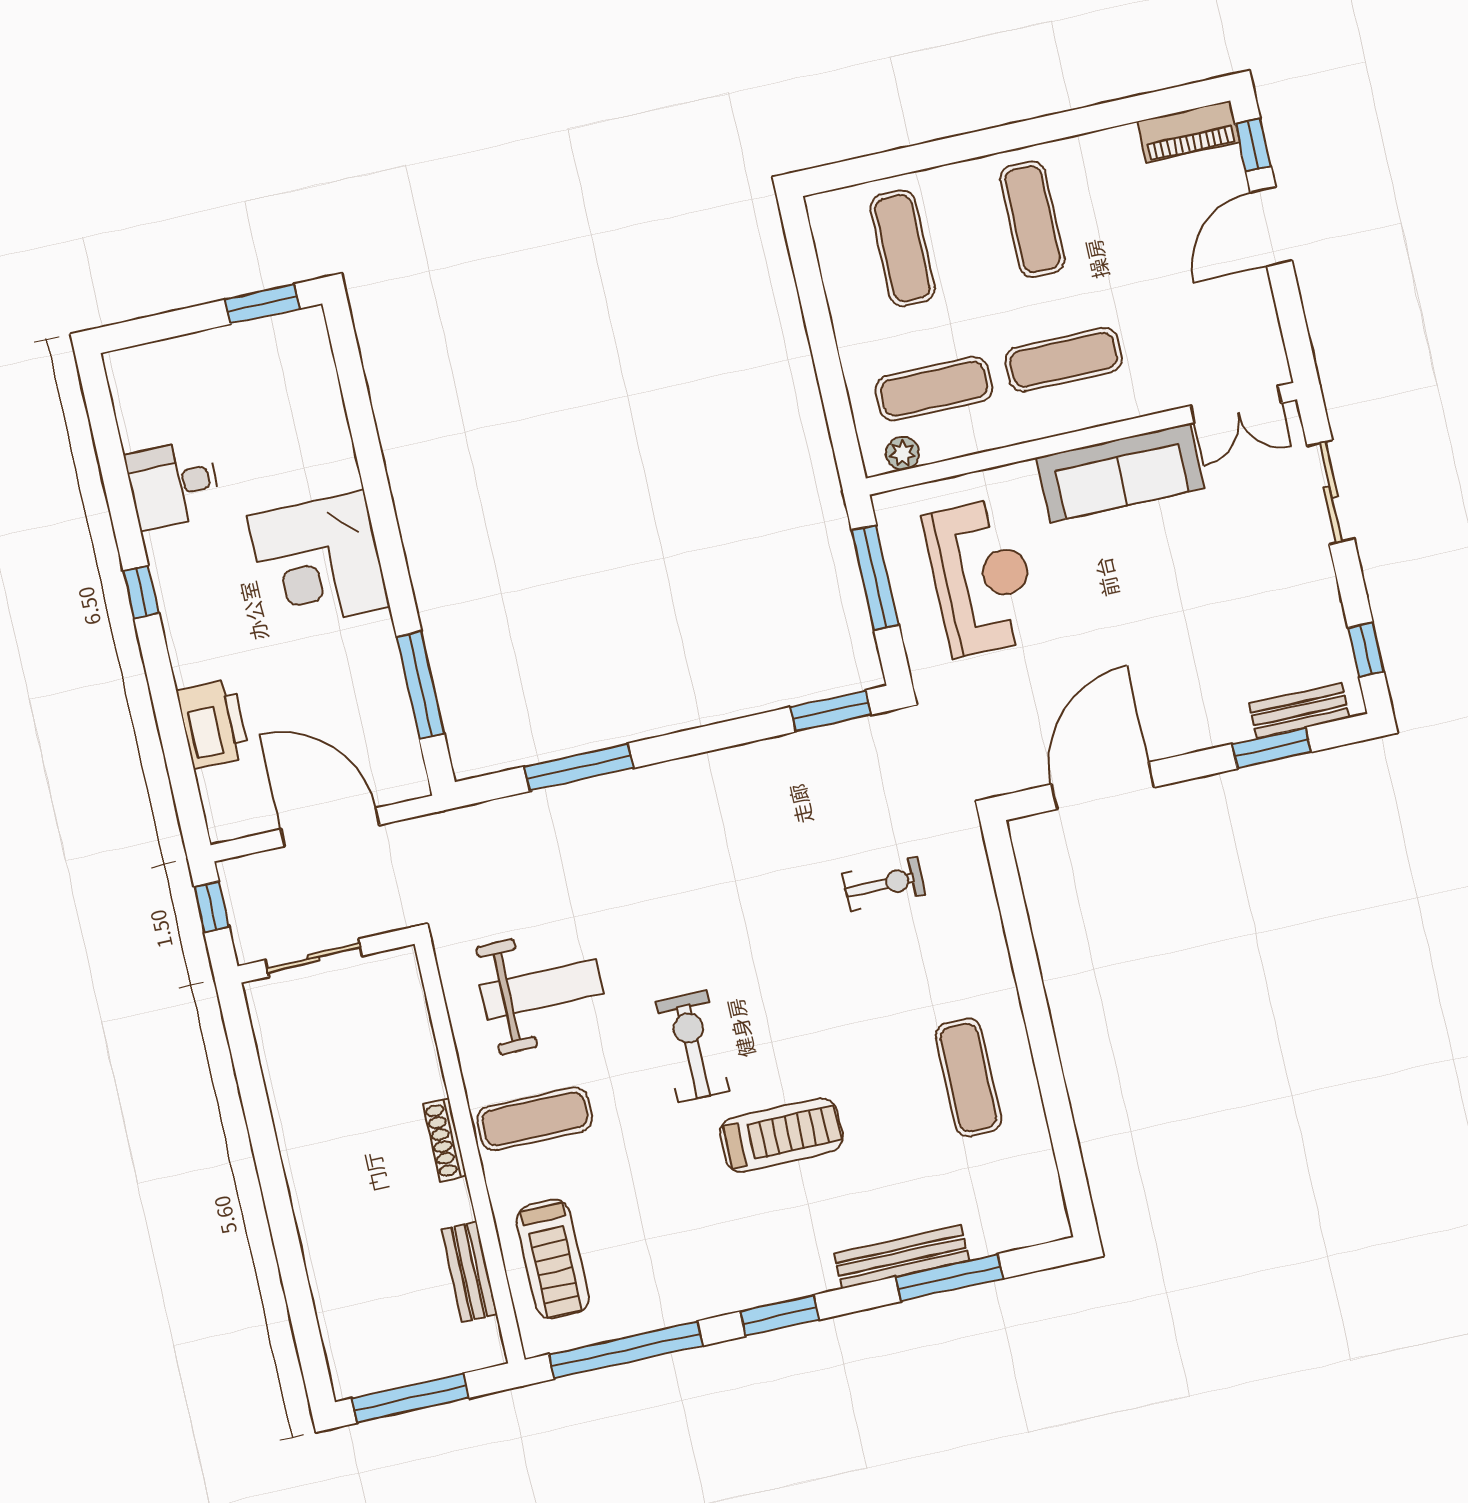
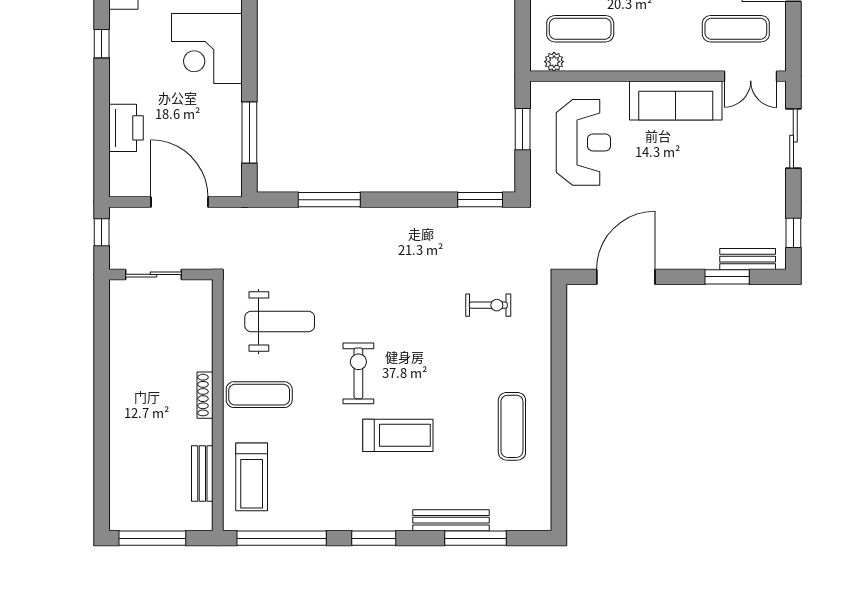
exercise mat: (1064, 360) -> (736, 29), moved
window: (875, 578) -> (523, 129), width x0.69

